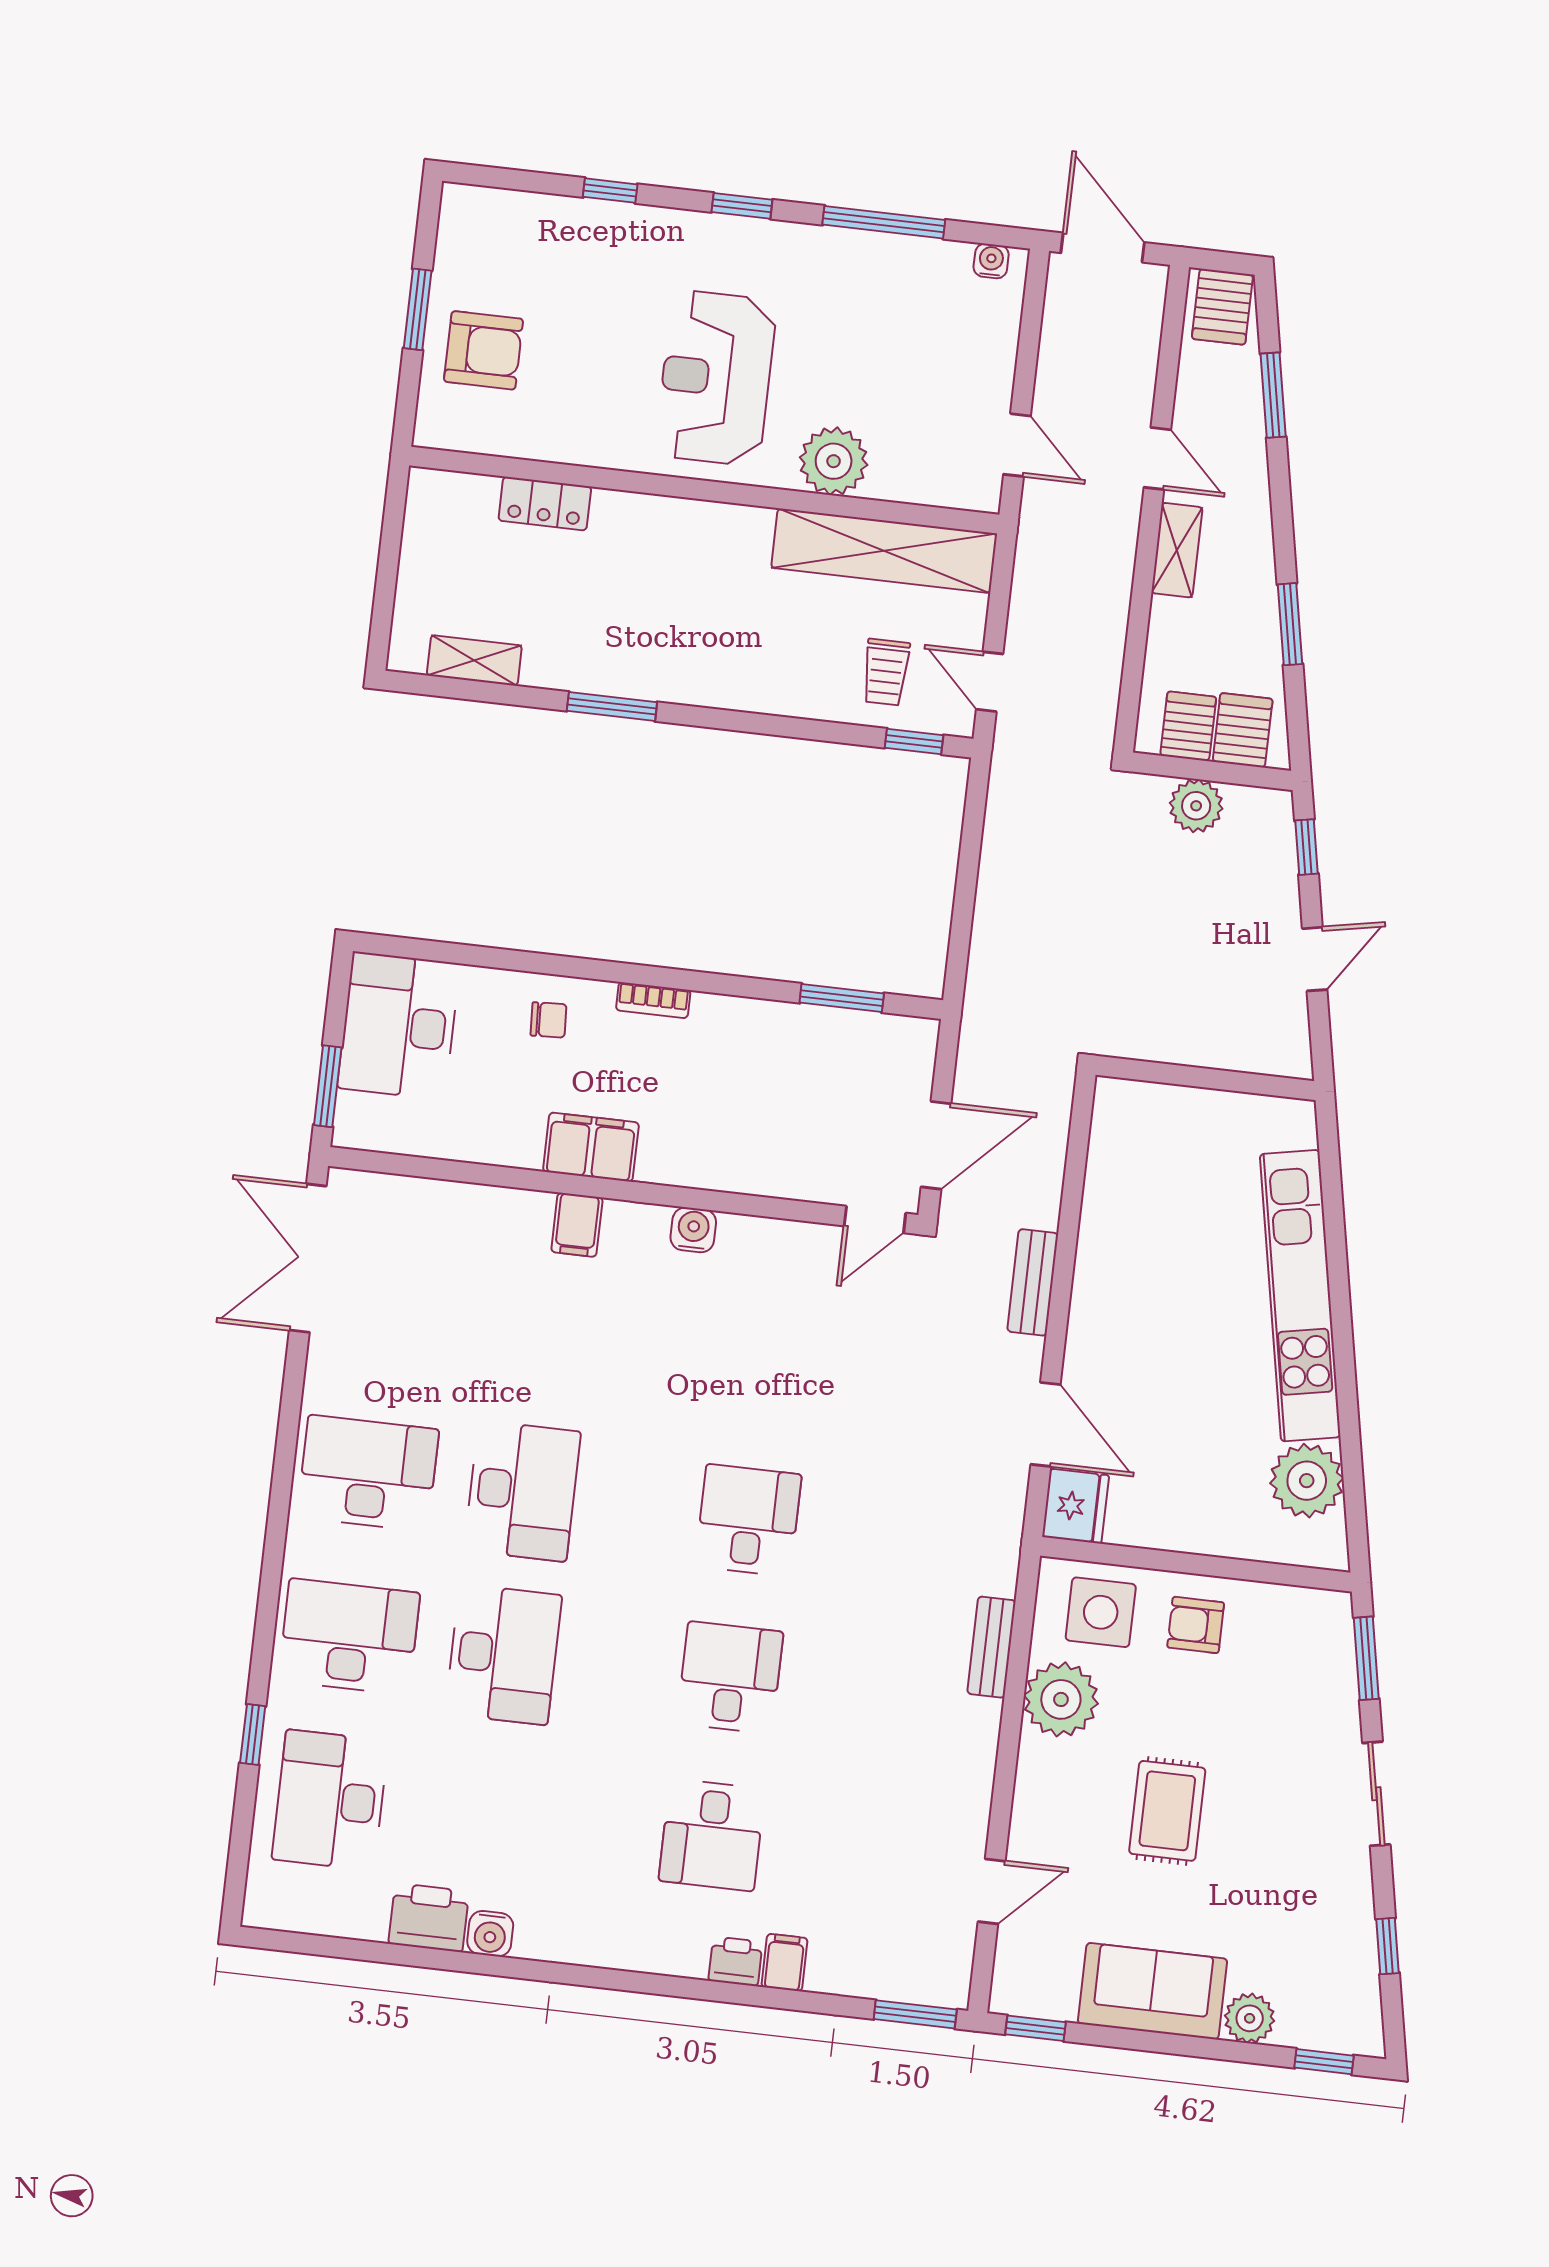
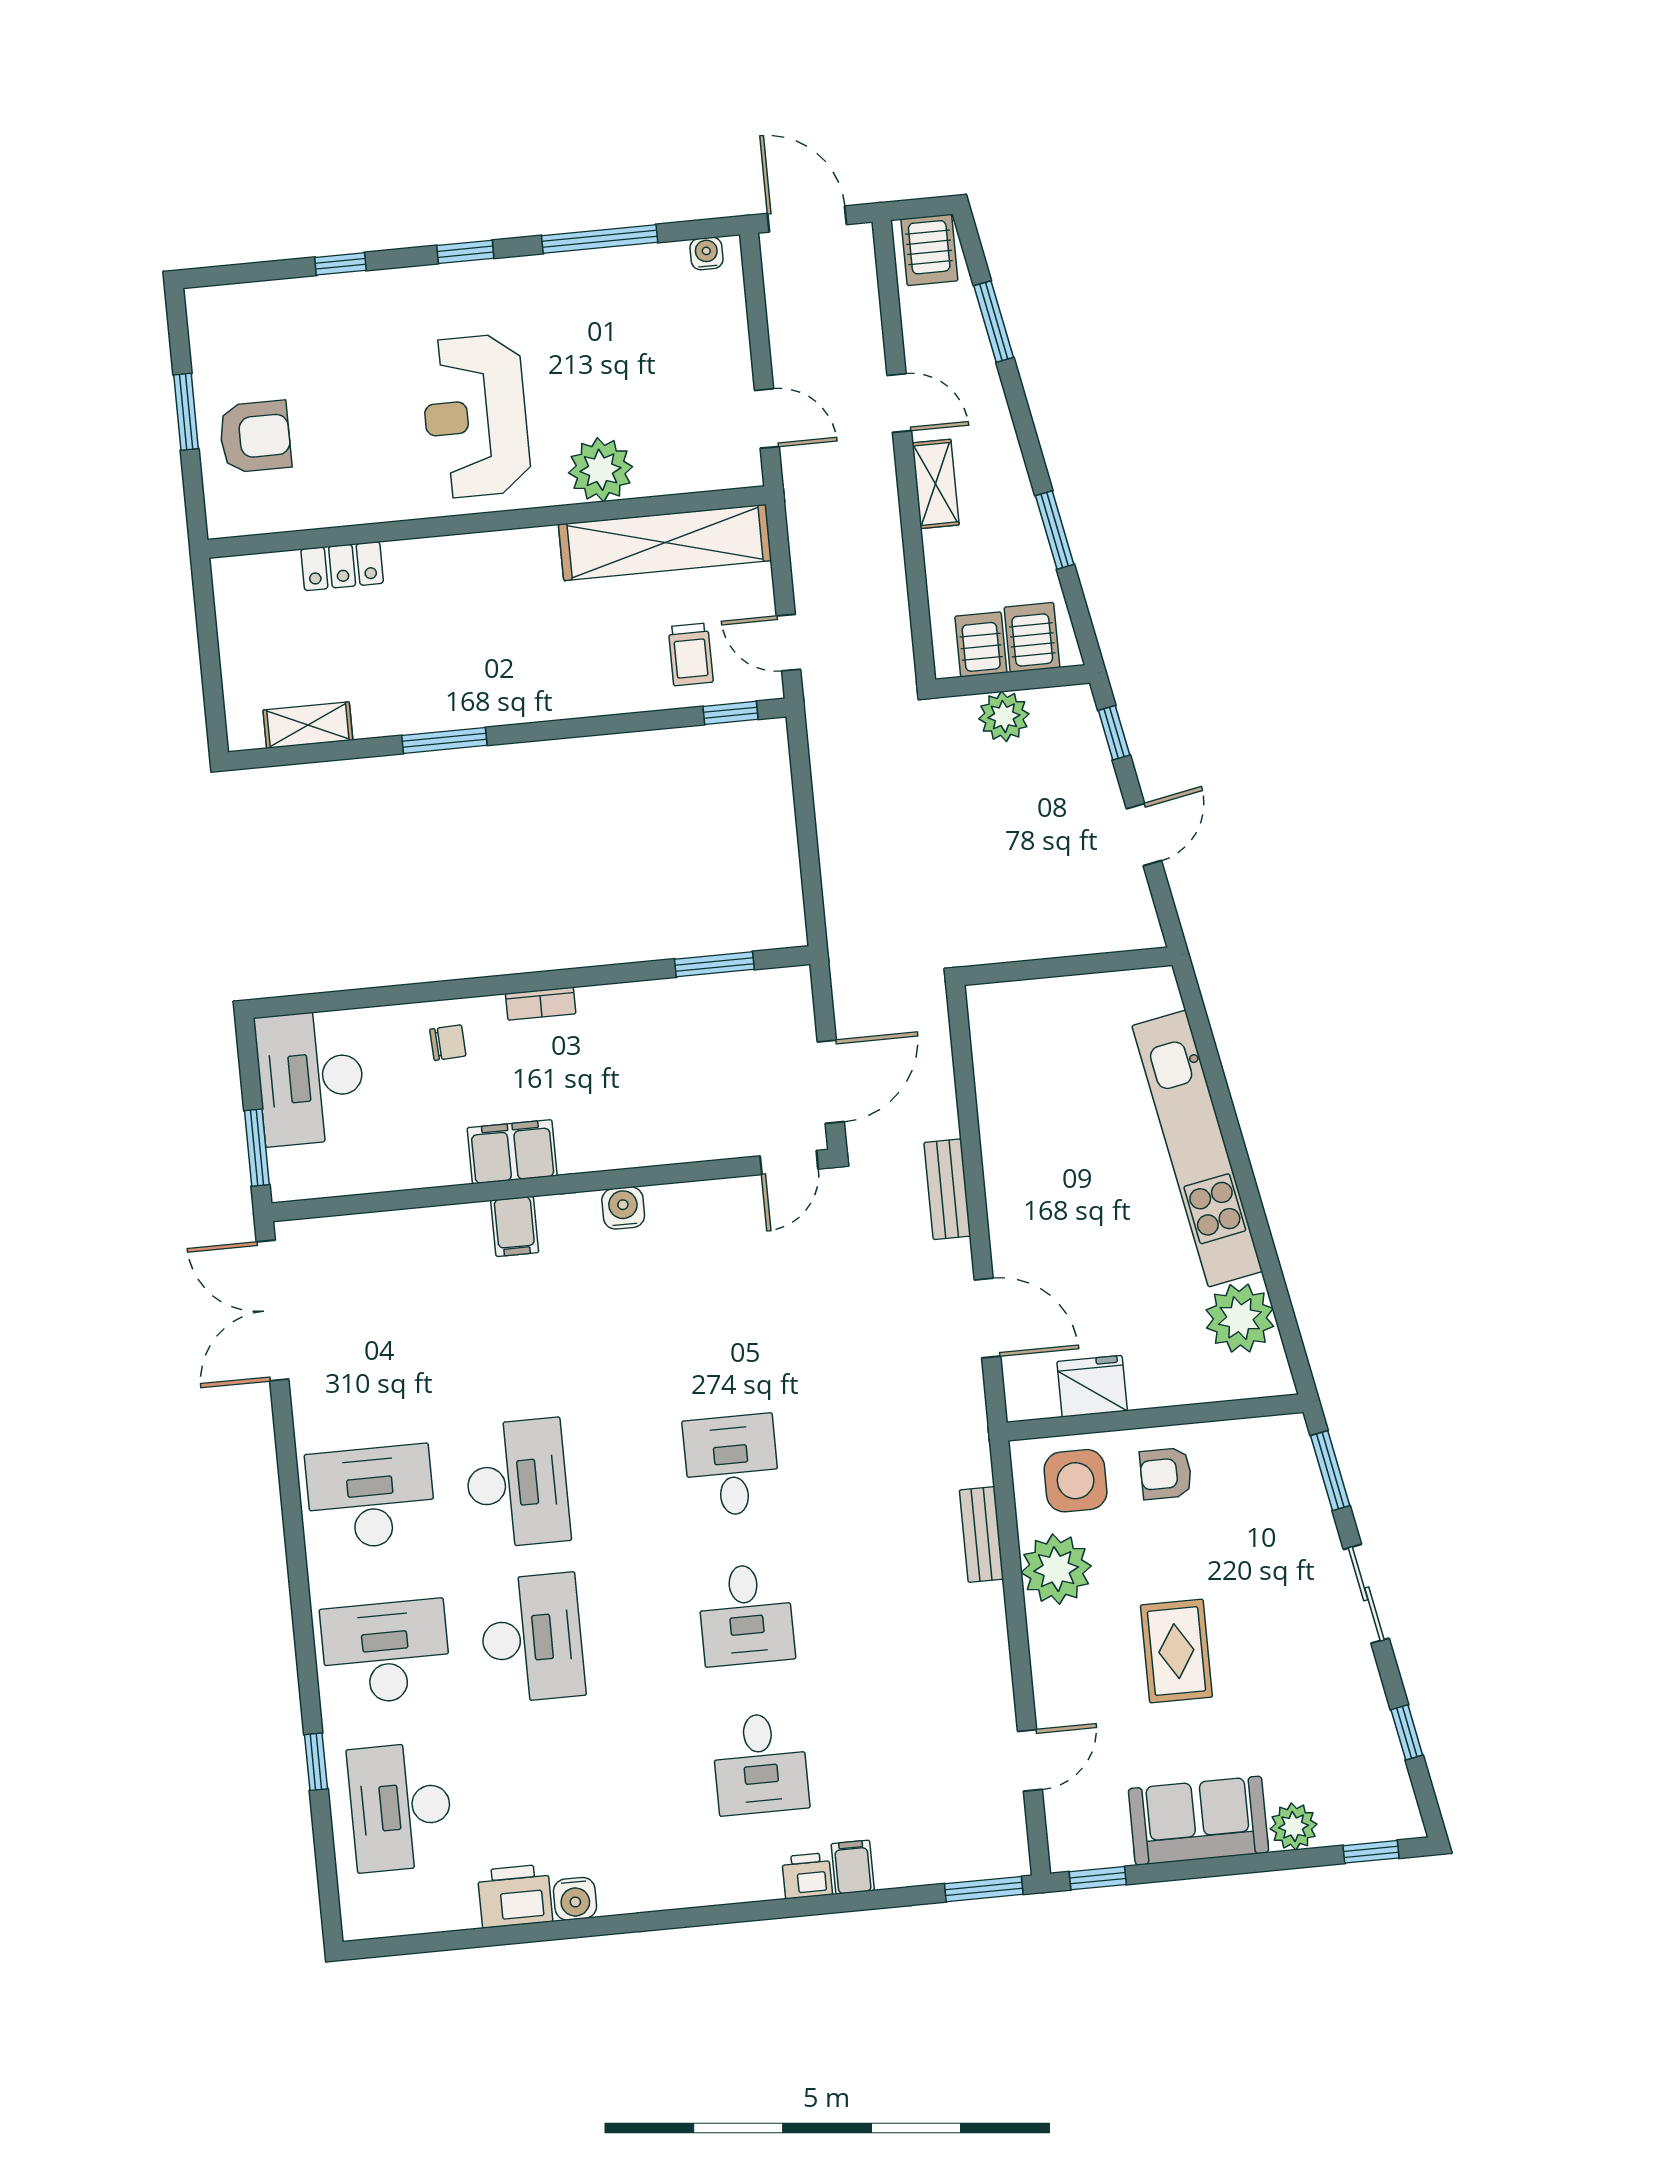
fridge: (1076, 1506) -> (1092, 1386), moved, turned -90
desk: (730, 1678) -> (746, 1615), turned 180

